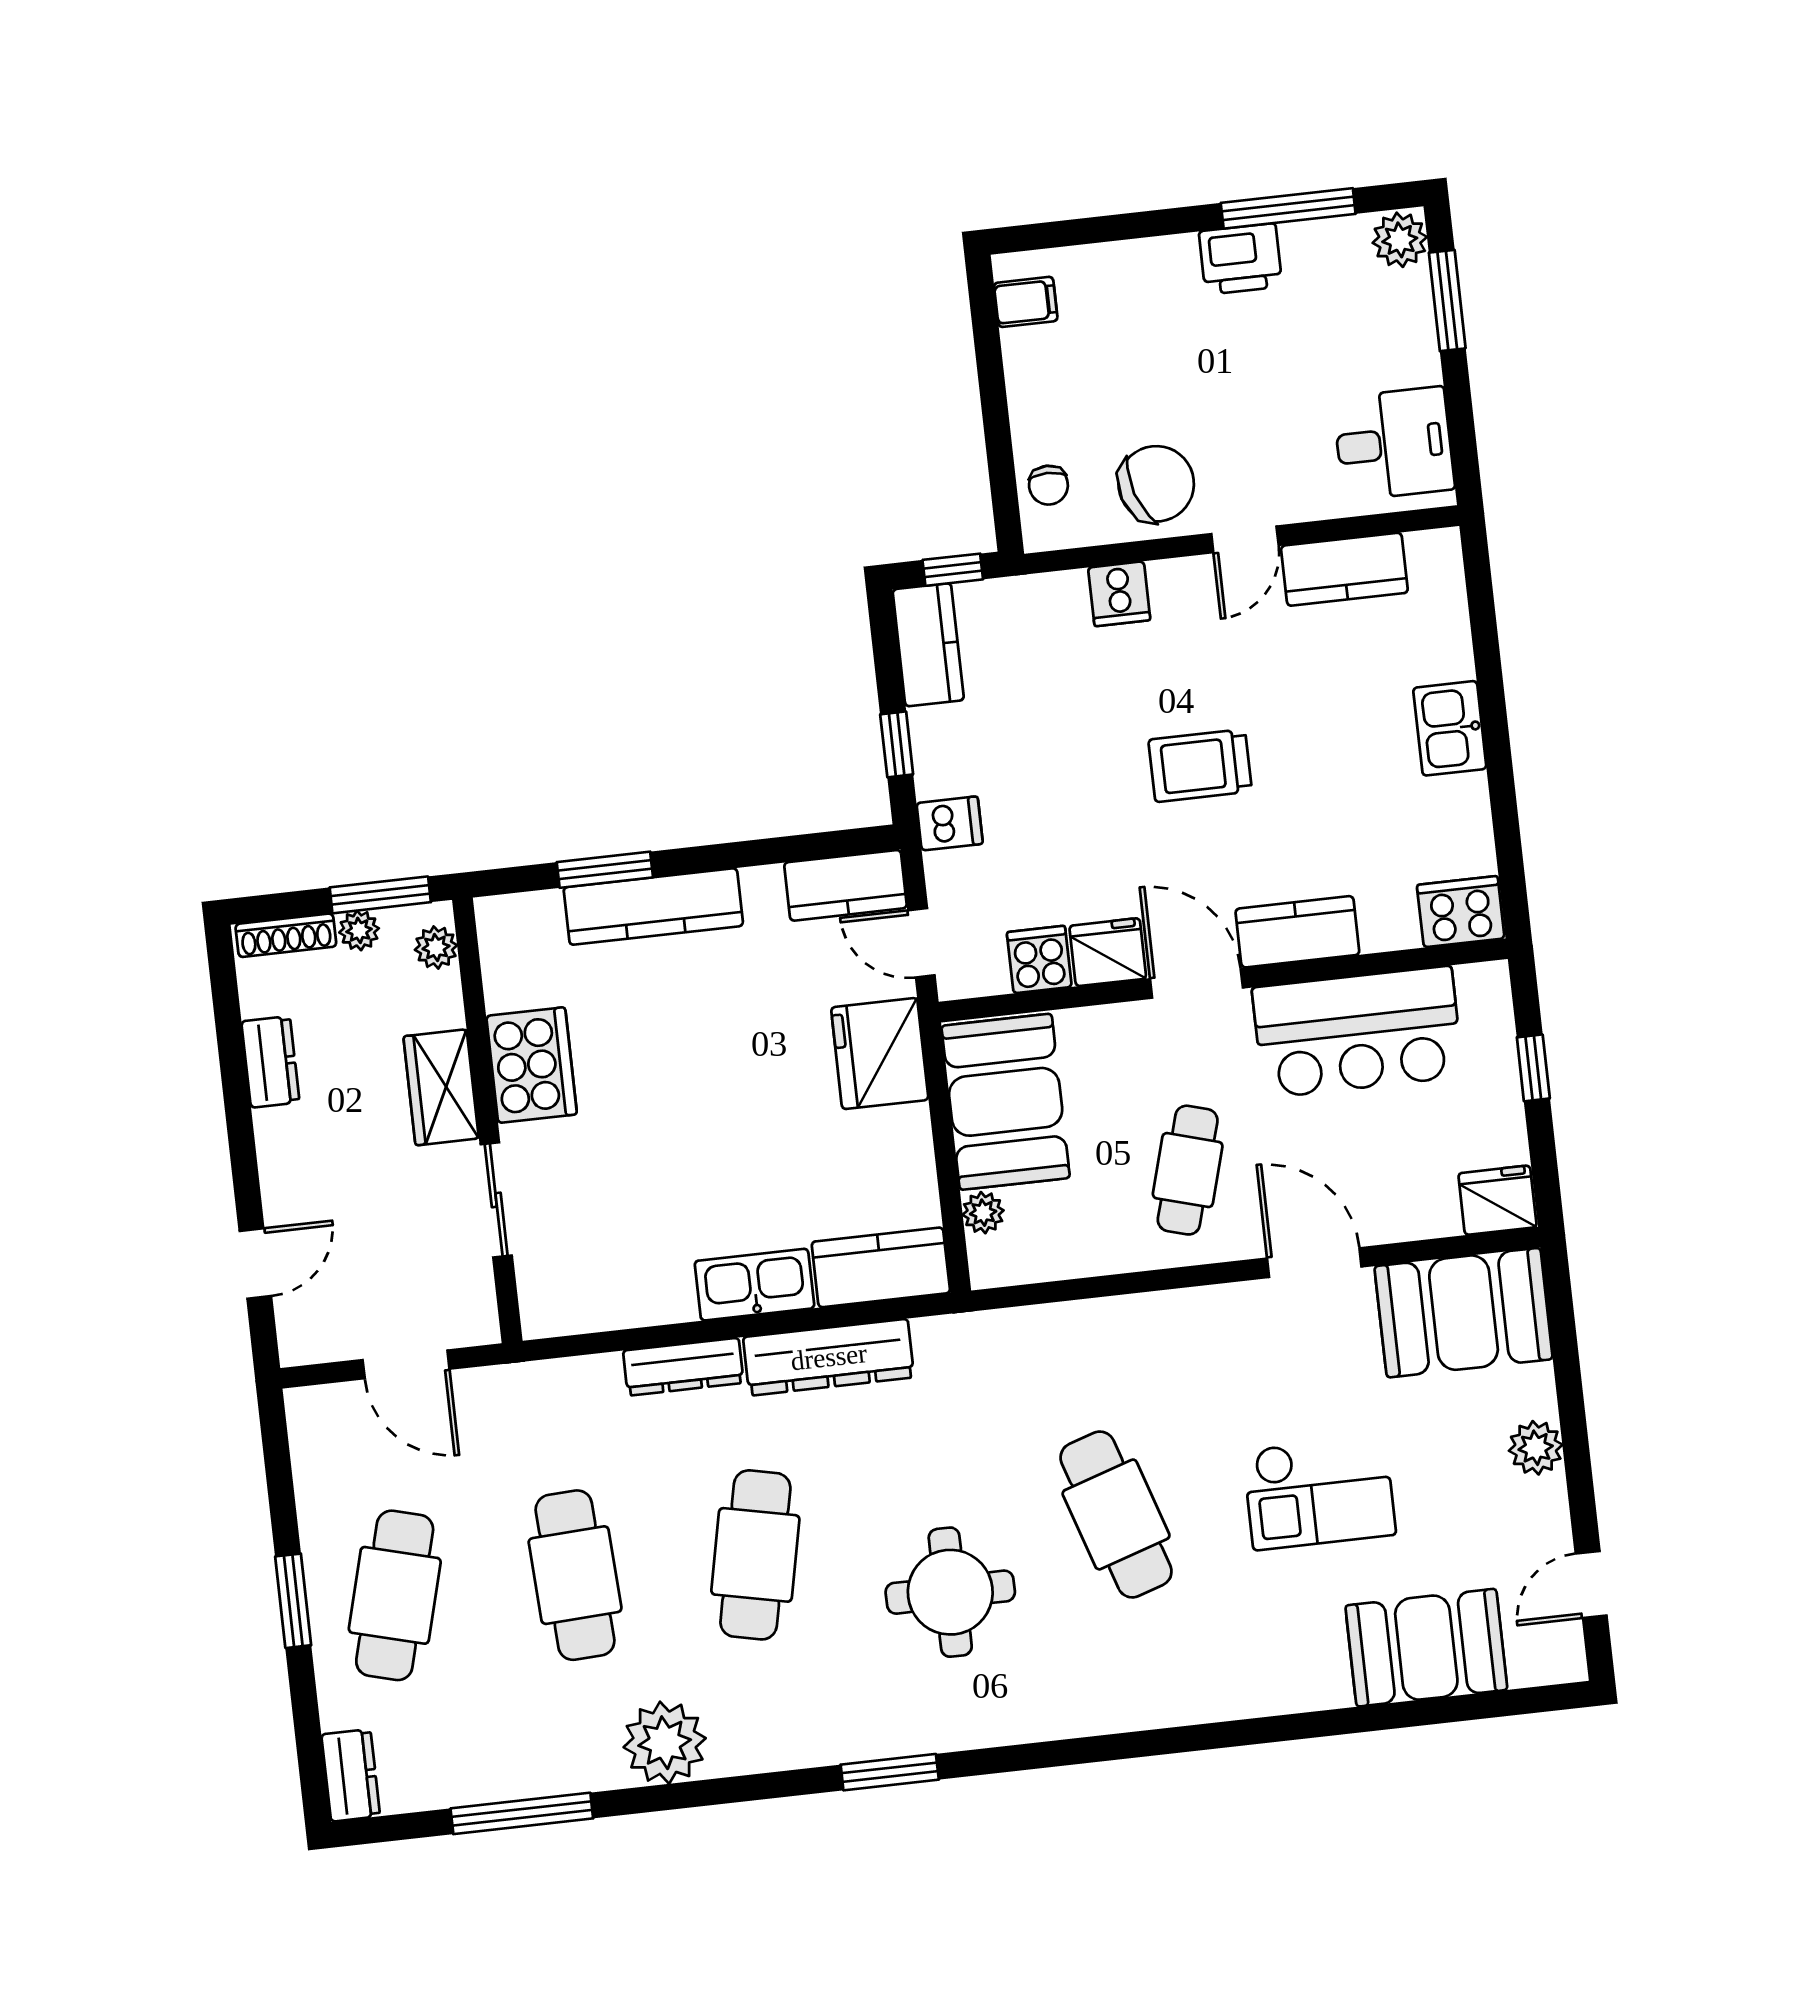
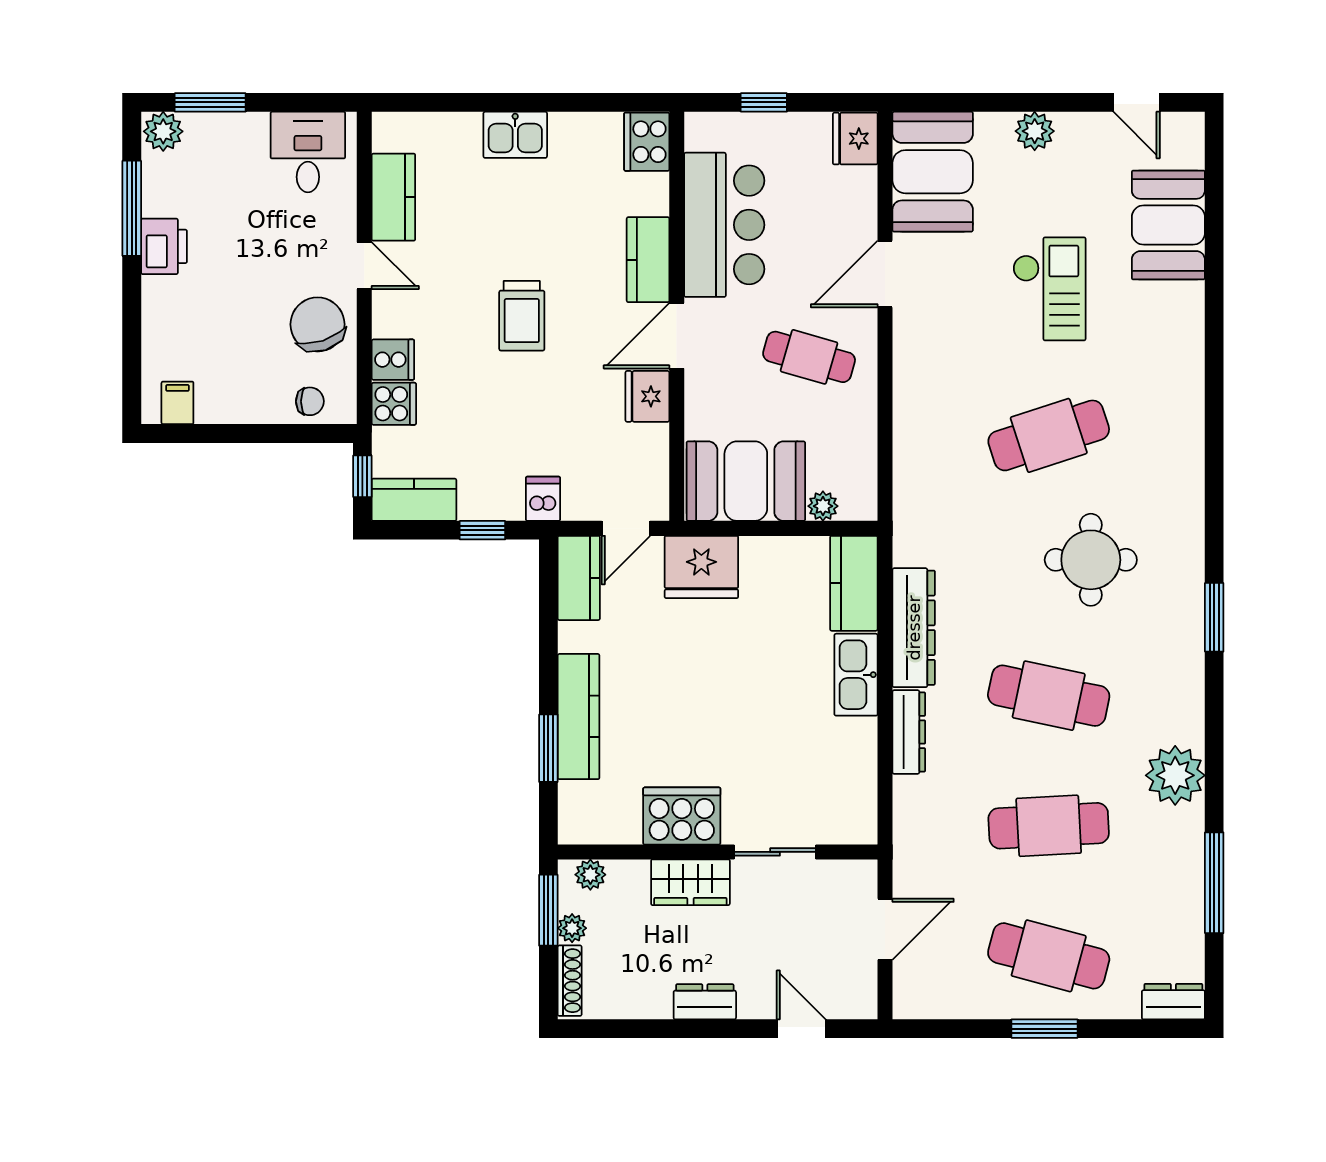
cooker: (1039, 960) -> (394, 404), moved, turned 180
dresser: (270, 1062) -> (705, 1002), moved

